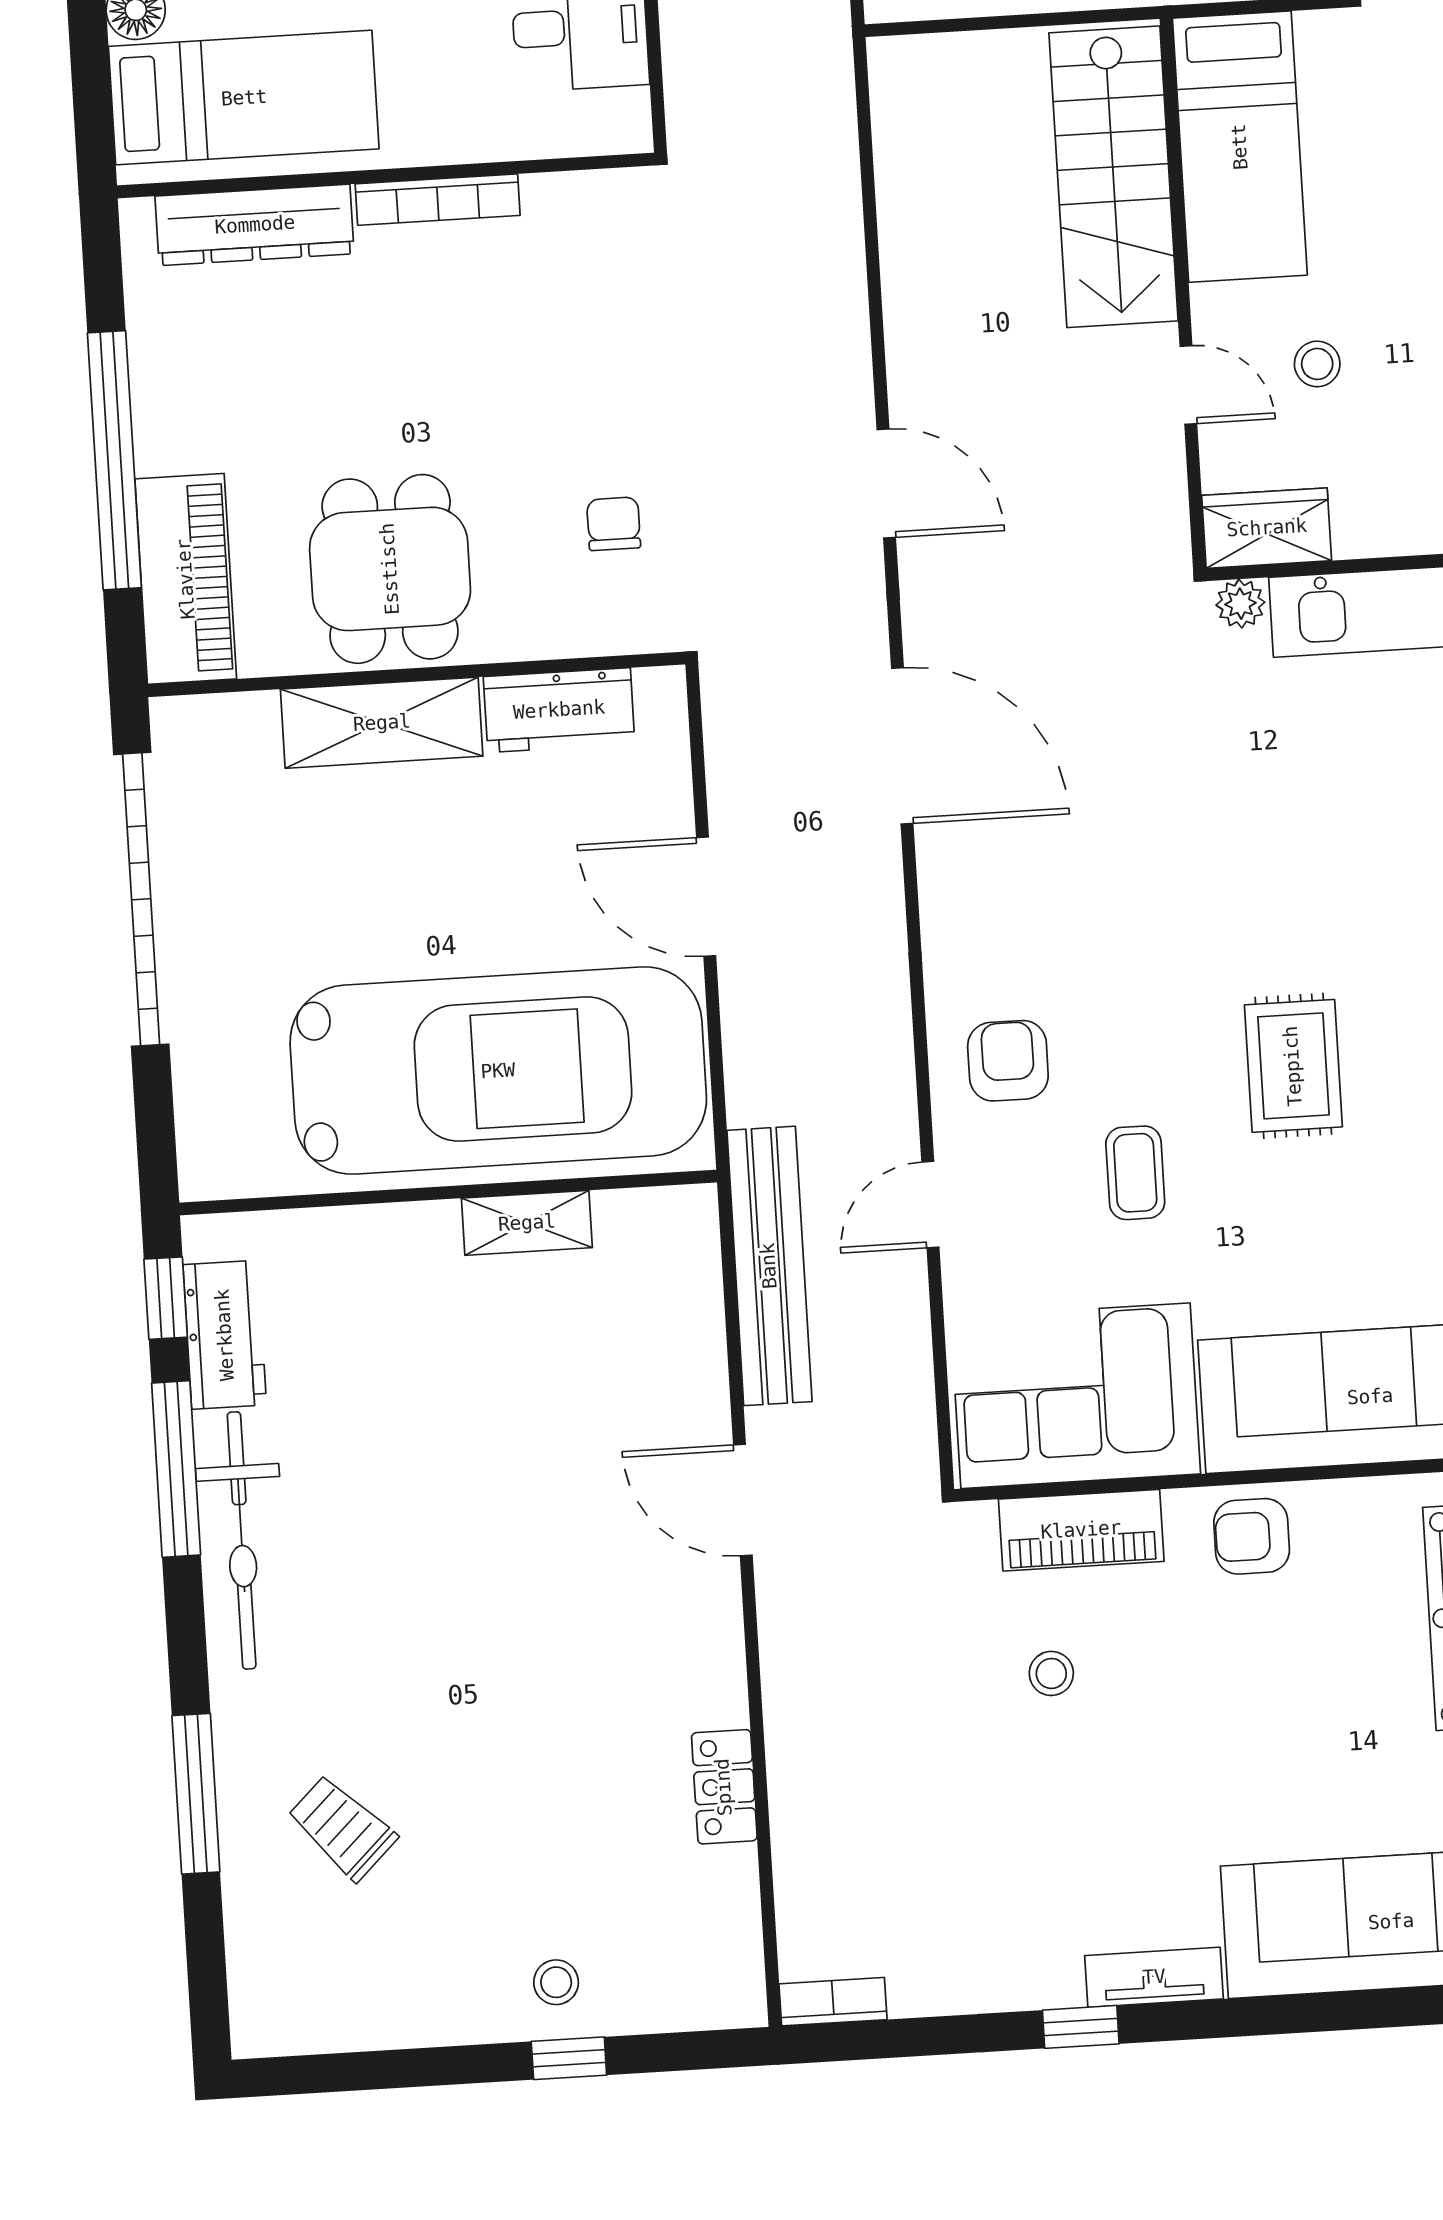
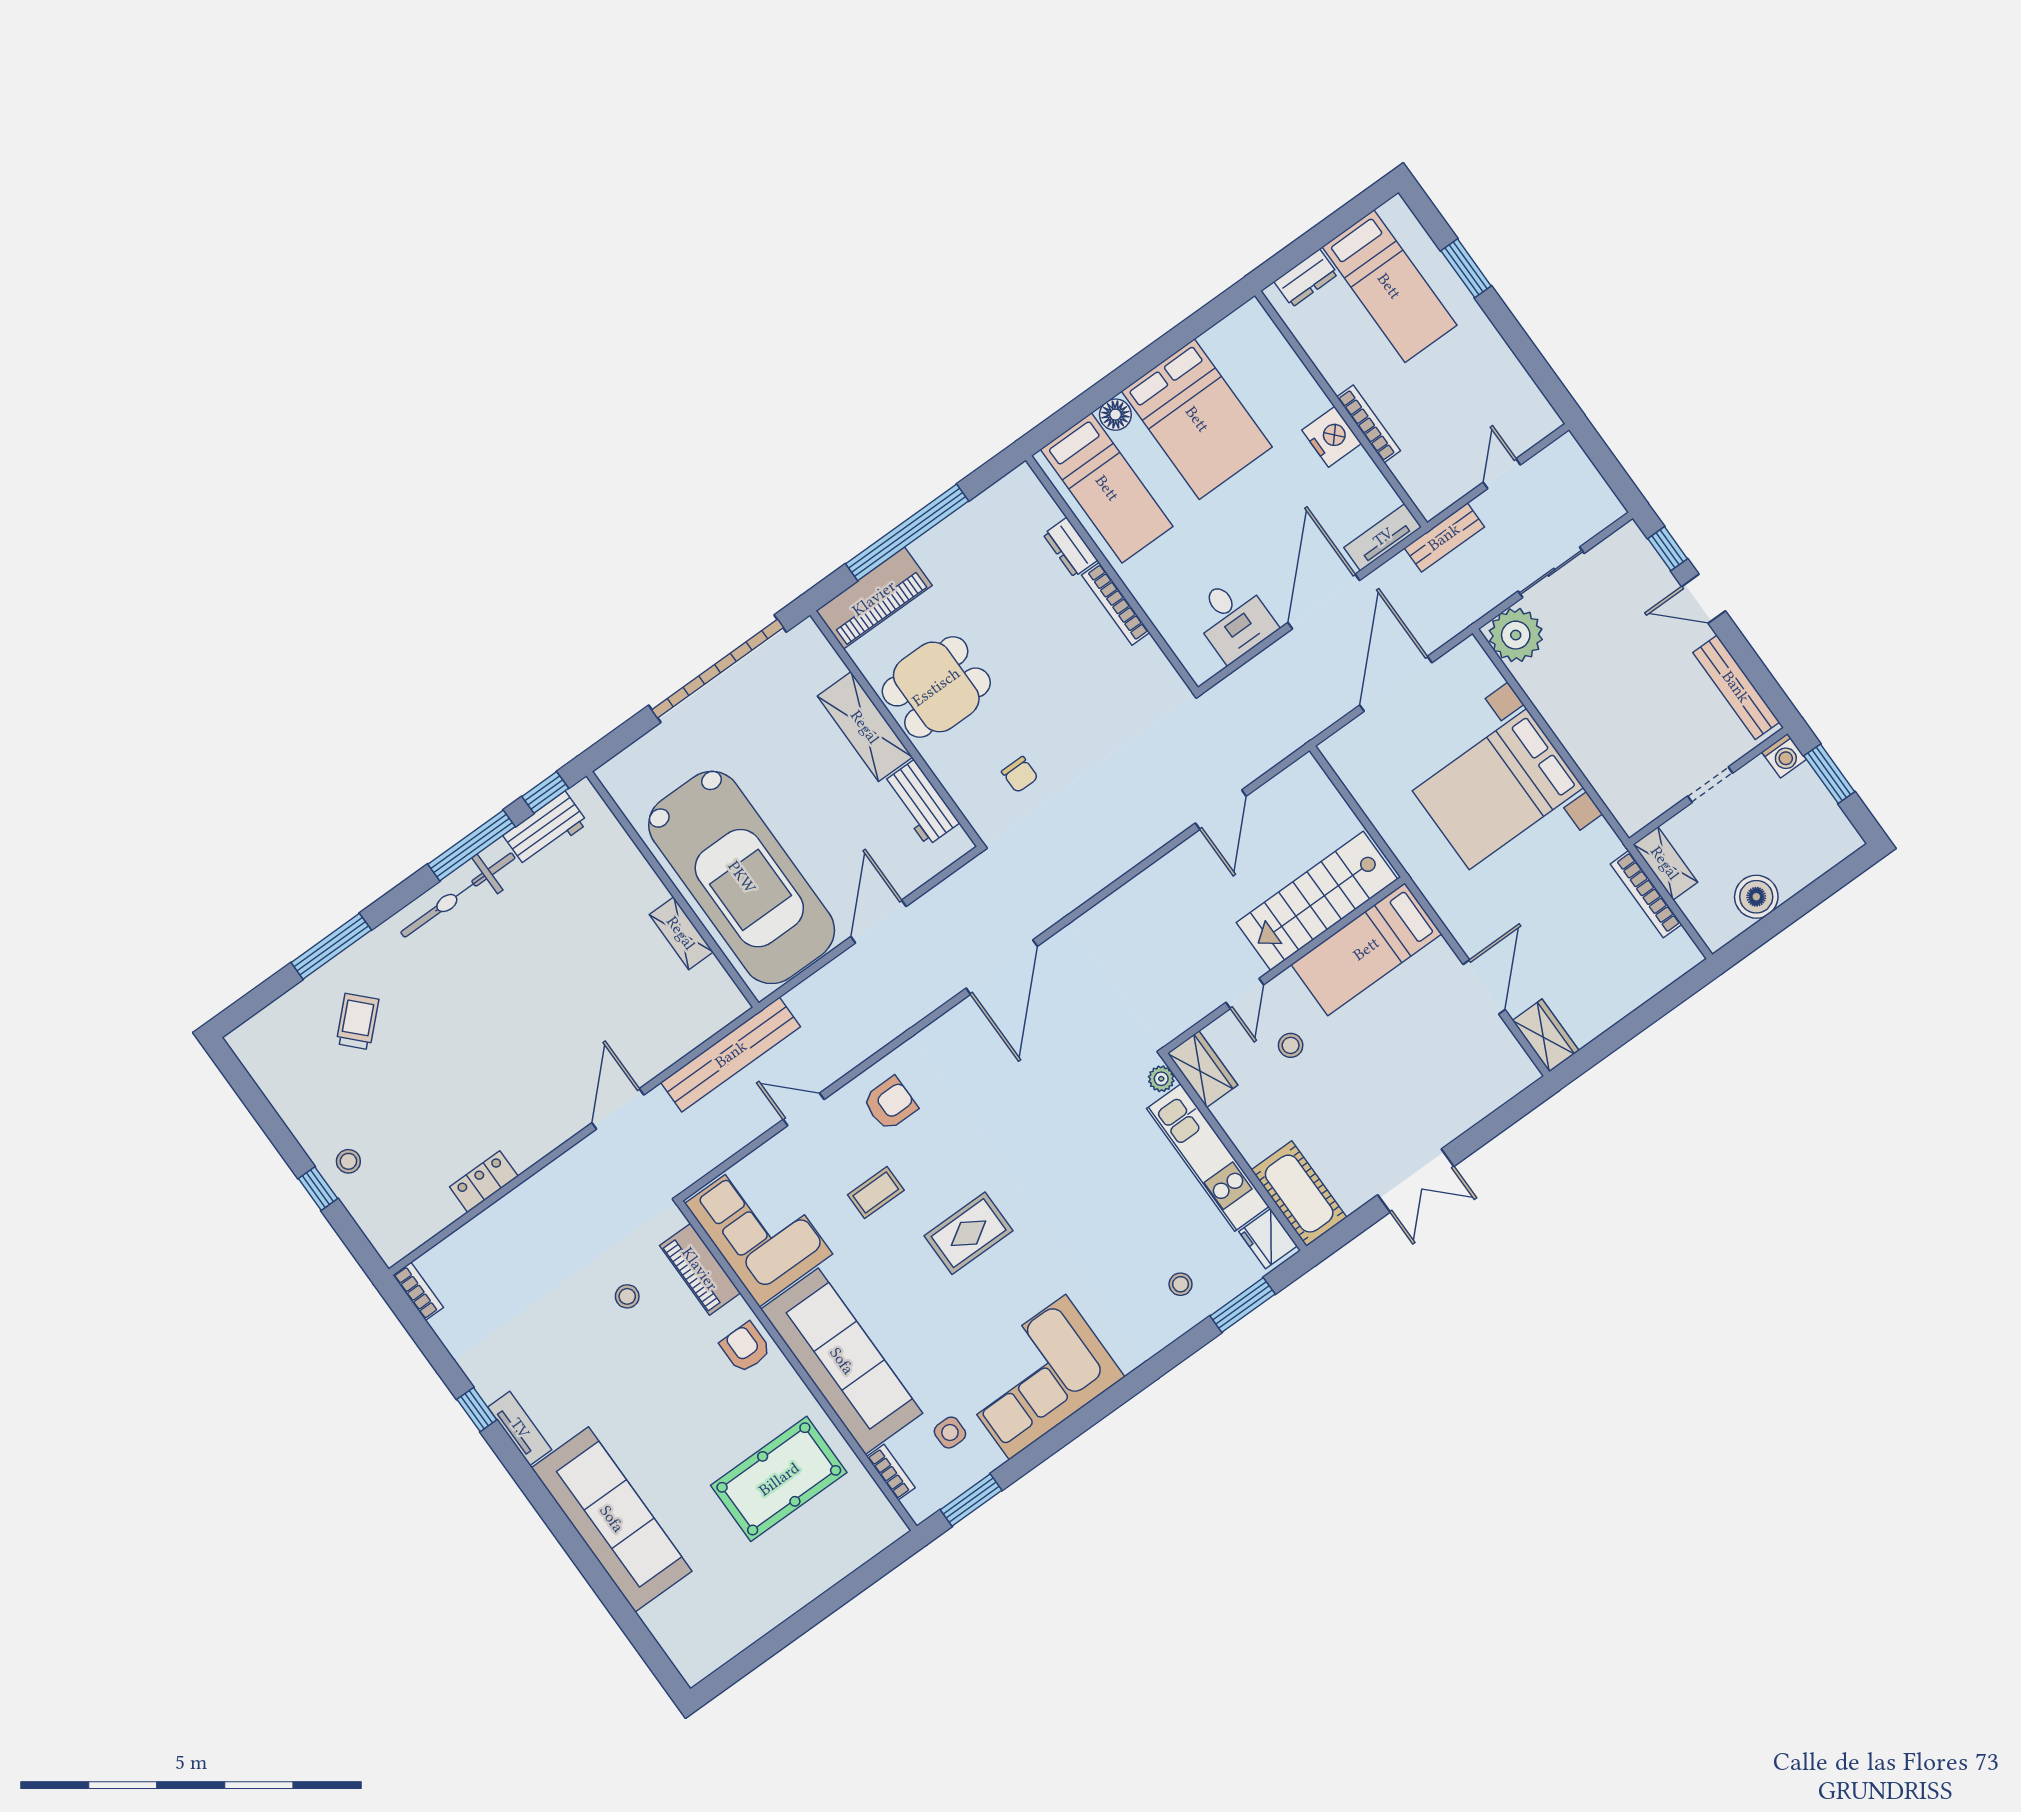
dresser: (255, 225) -> (1070, 547), width x0.51, depth x0.80
door: (886, 483) -> (1221, 810), moved
chair: (614, 524) -> (1020, 775), turned 90

